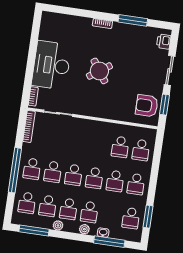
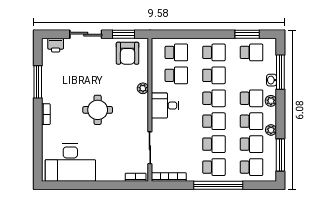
desk: (51, 65) -> (70, 163), moved
round table: (99, 71) -> (98, 110), turned 35
plant: (113, 115) -> (143, 88), added
desk: (94, 133) -> (165, 105), added

